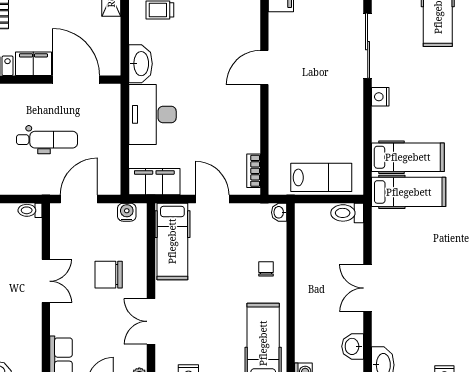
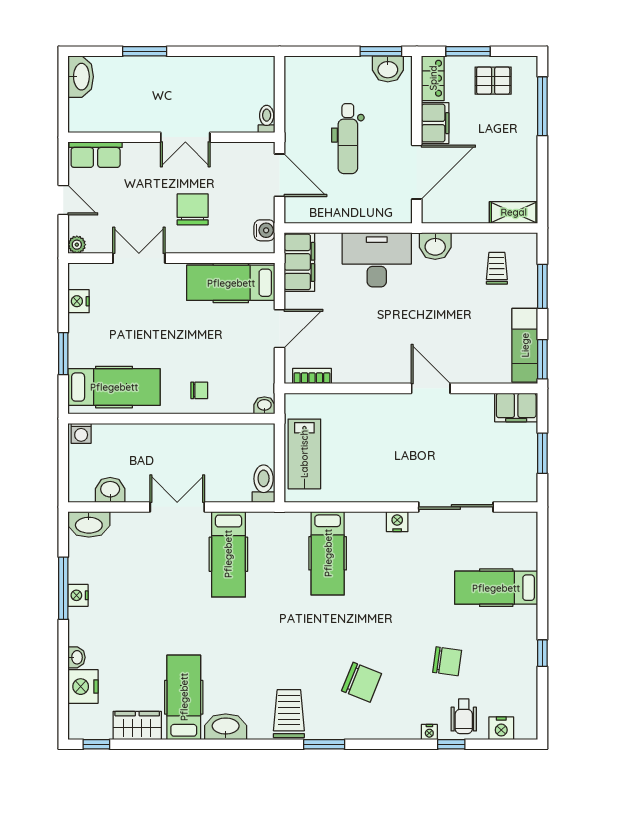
washbasin: (140, 64) -> (435, 246), width x0.72
hospital bed: (409, 192) -> (228, 554), moved

